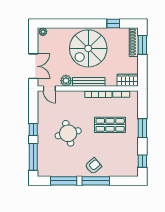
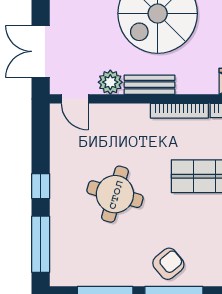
double door: (33, 66) -> (41, 51), swing flipped
bench: (89, 82) -> (150, 85), width x0.73
round table: (68, 133) -> (115, 194), turned 30

